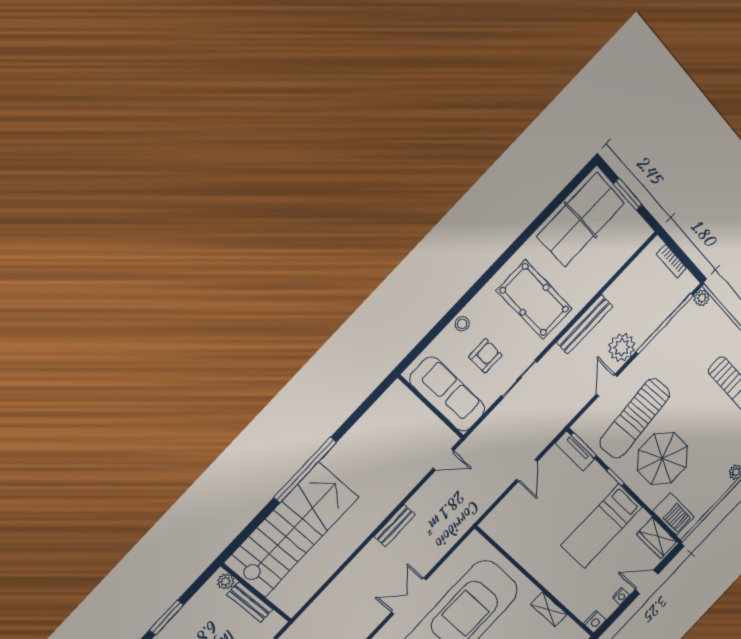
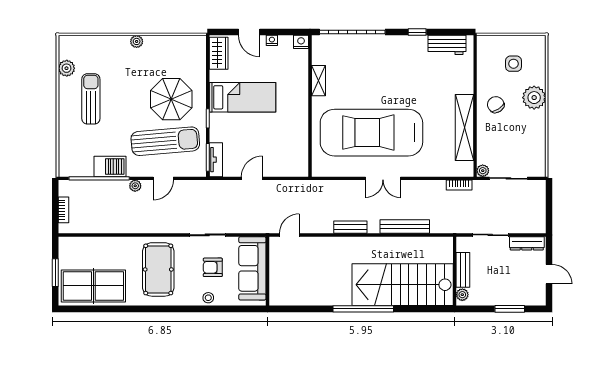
plant: (702, 298) -> (65, 170), removed
bench: (585, 324) -> (405, 226), moved
plant: (622, 347) -> (135, 186), width x0.53, depth x0.53
door: (443, 459) -> (289, 235), hinge flipped
barbecue: (673, 514) -> (110, 166), moved, turned 90

